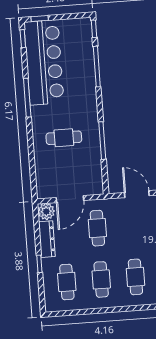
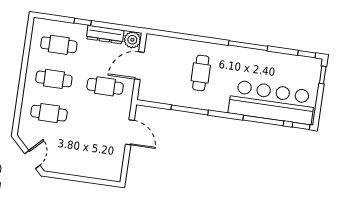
bar counter: (44, 62) -> (272, 102), moved, turned 180
door: (137, 194) -> (130, 132), hinge flipped
door: (70, 199) -> (139, 66), hinge flipped

